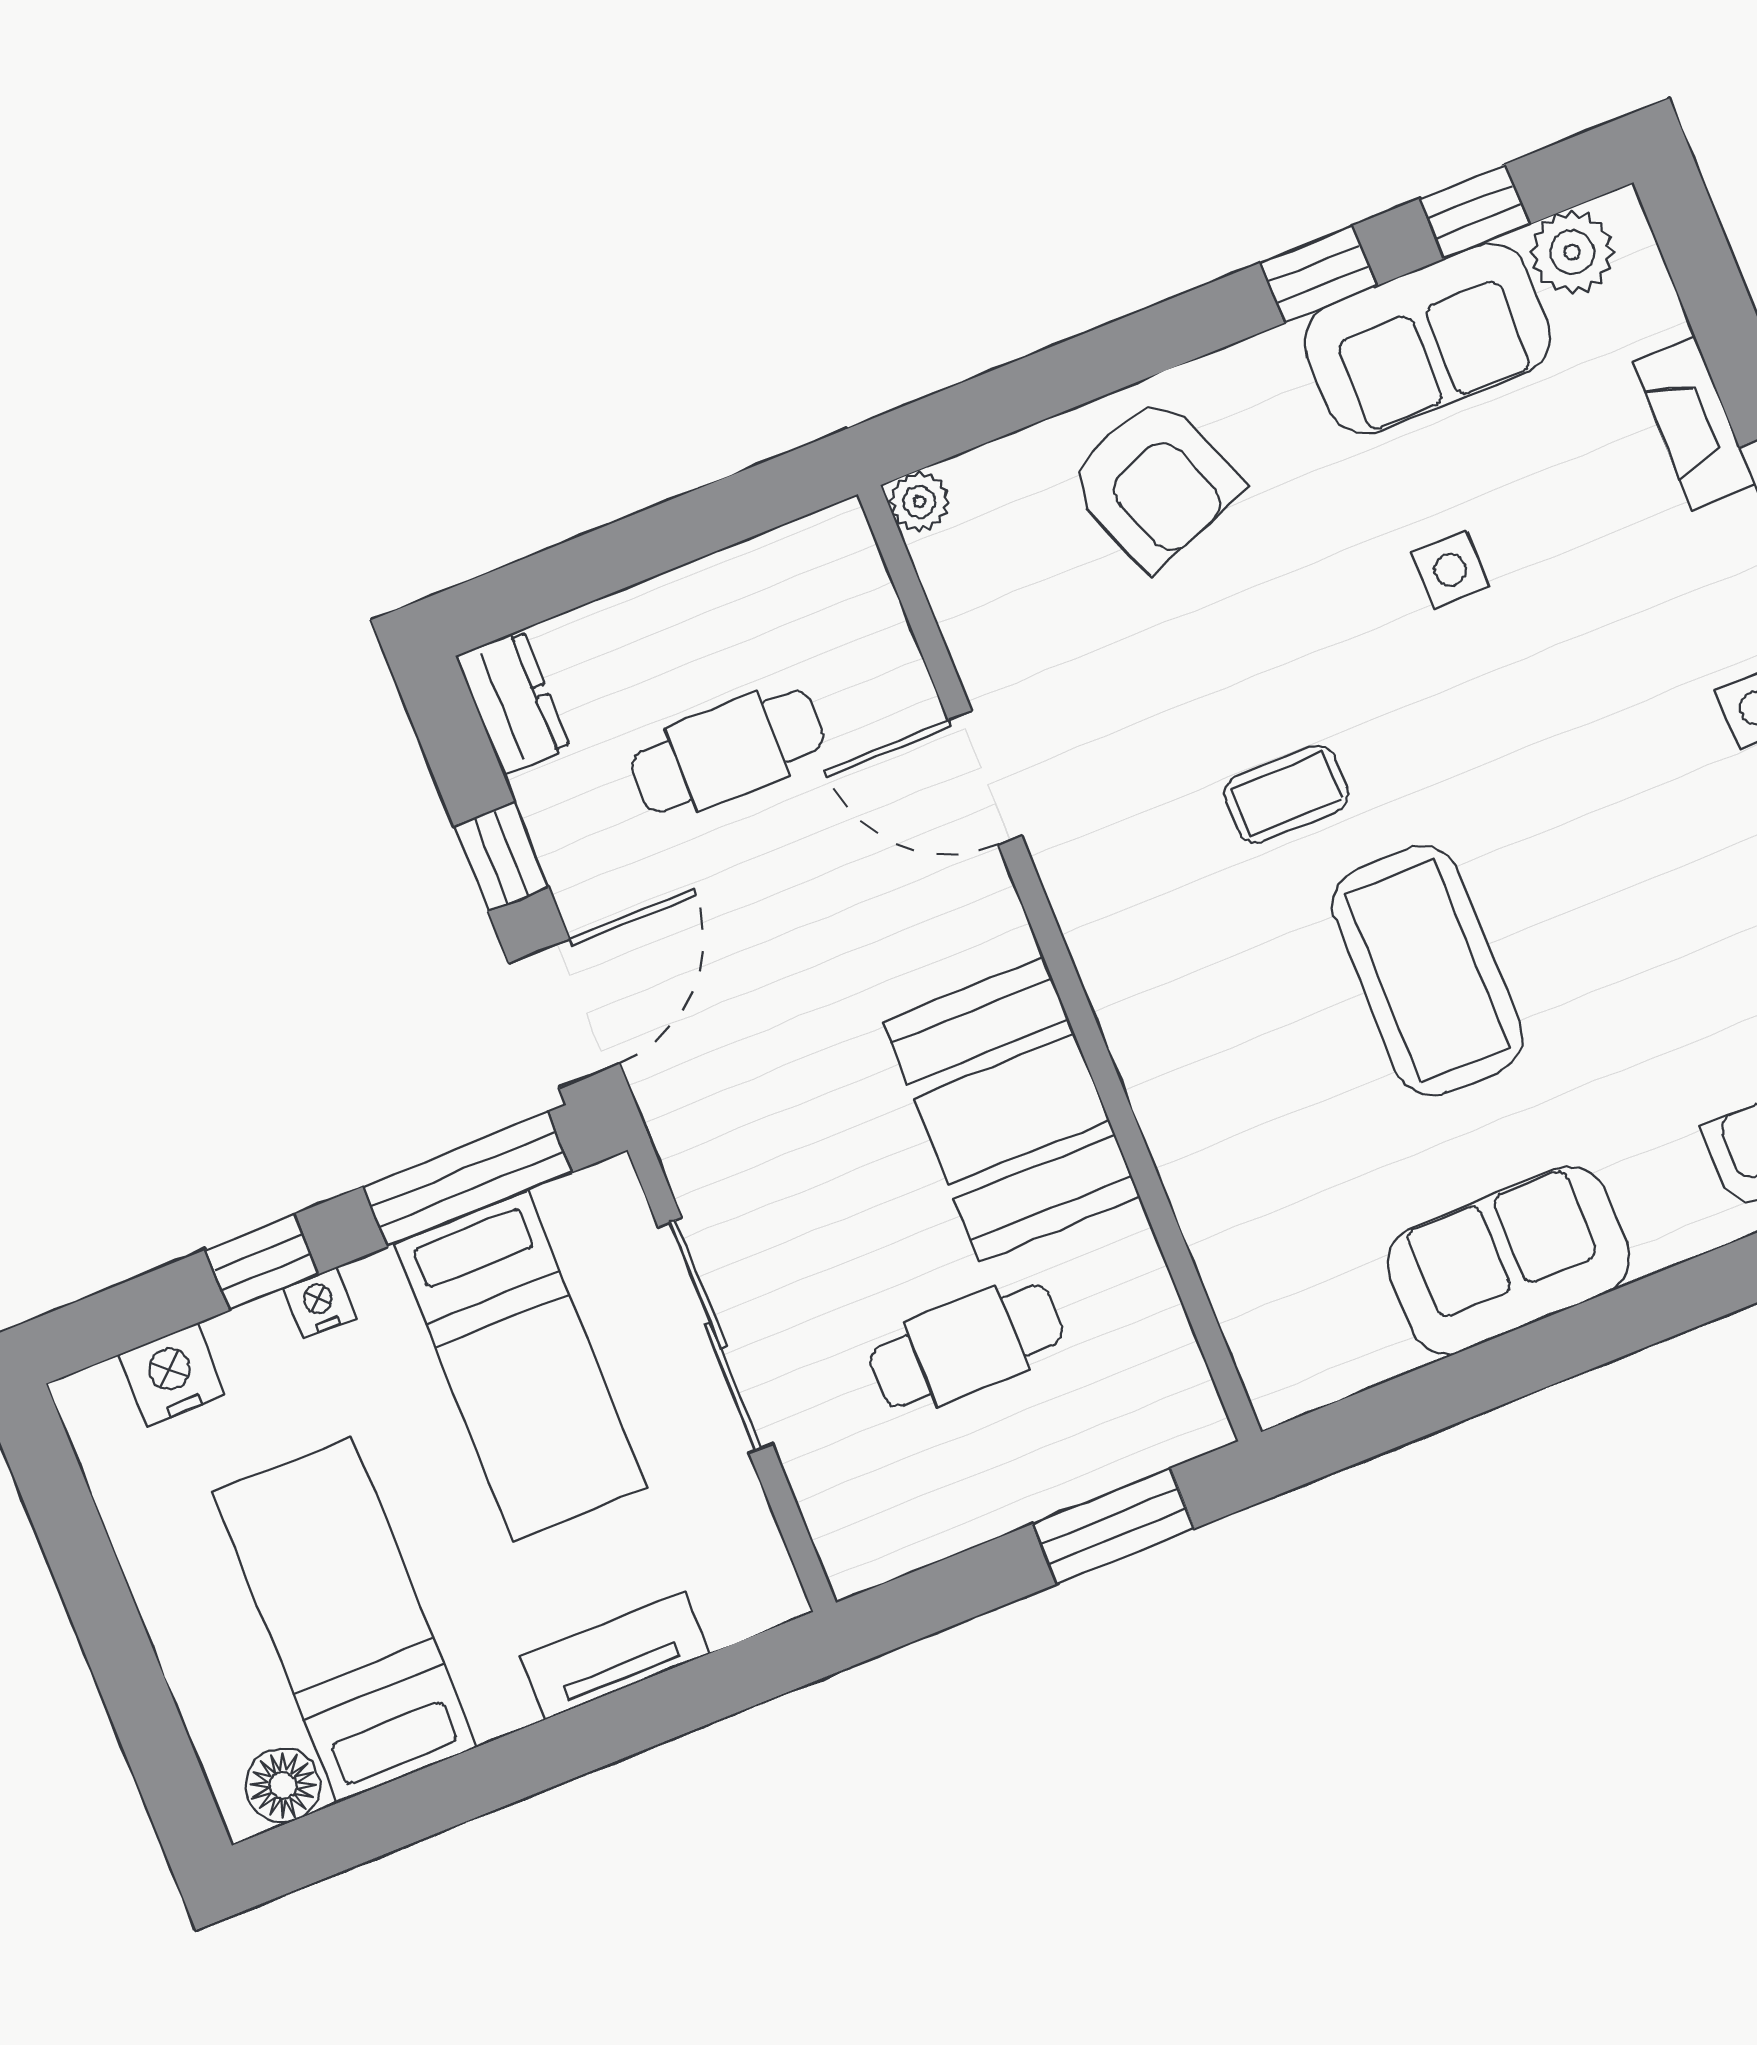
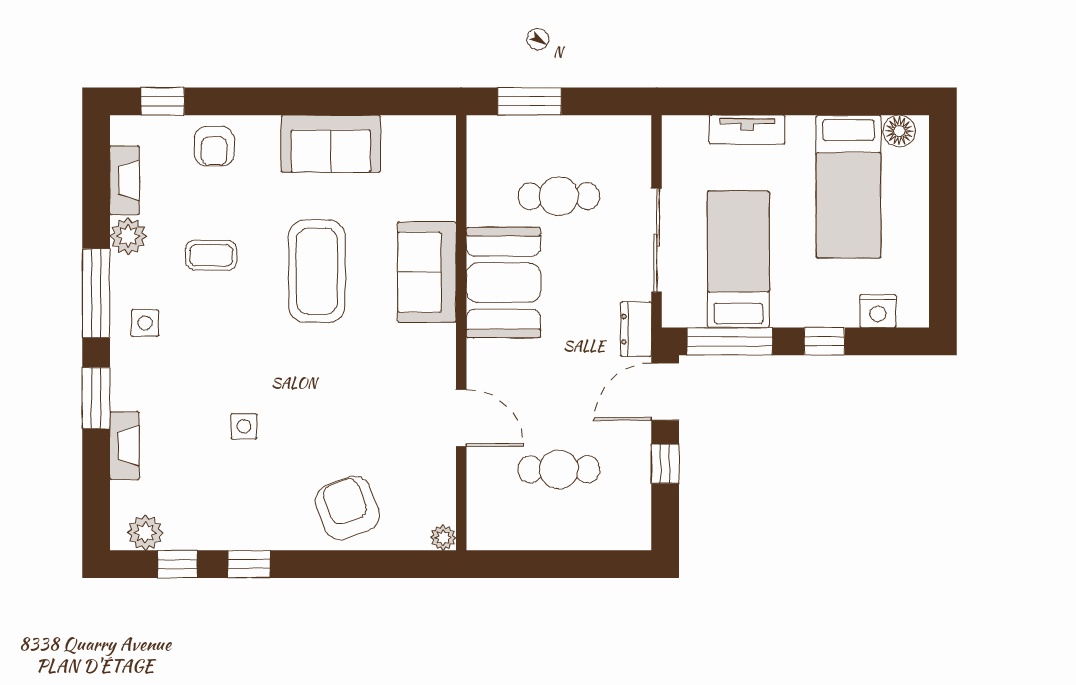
sofa: (1427, 339) -> (427, 272), moved, turned -90
dresser: (513, 702) -> (636, 329), moved
coffee table: (1286, 794) -> (211, 255), moved
nightstand: (320, 1303) -> (808, 316), removed

